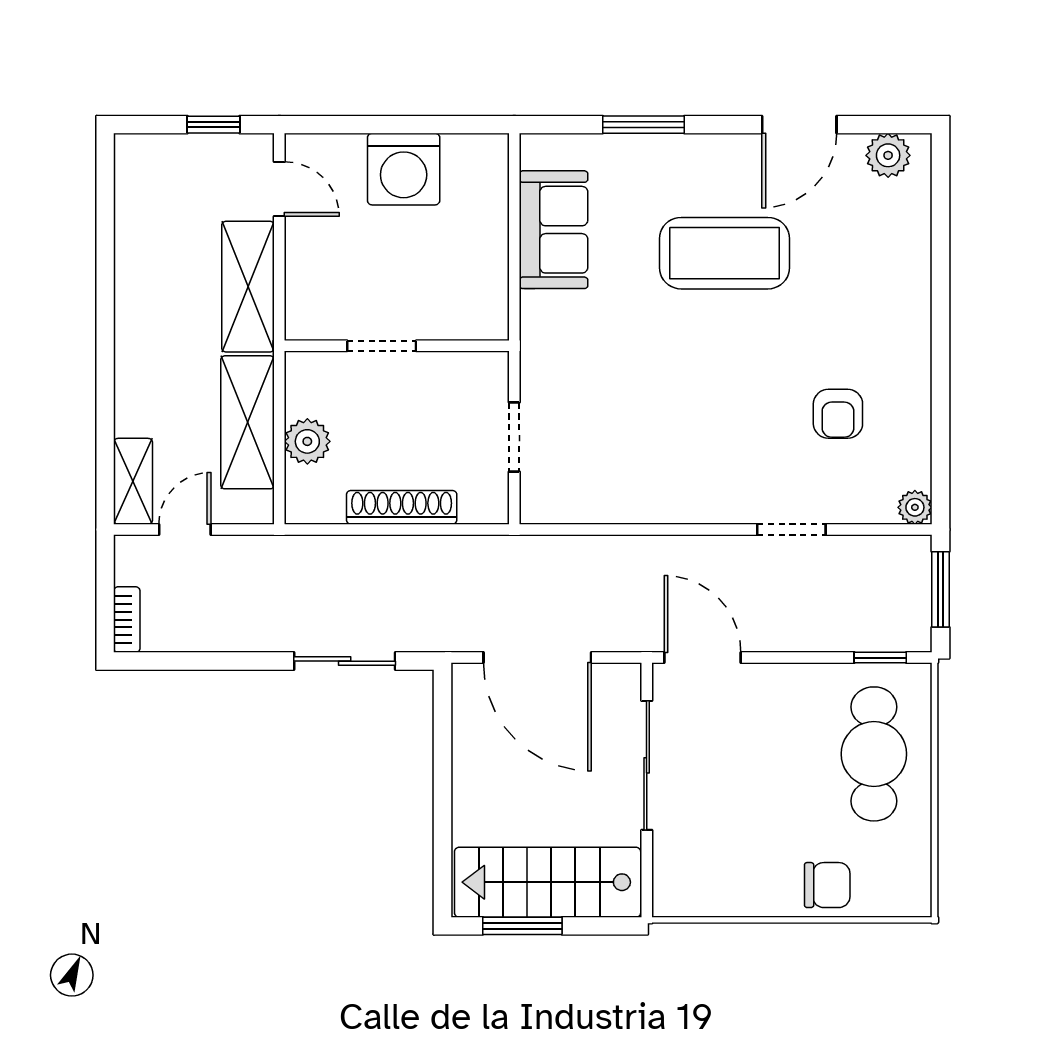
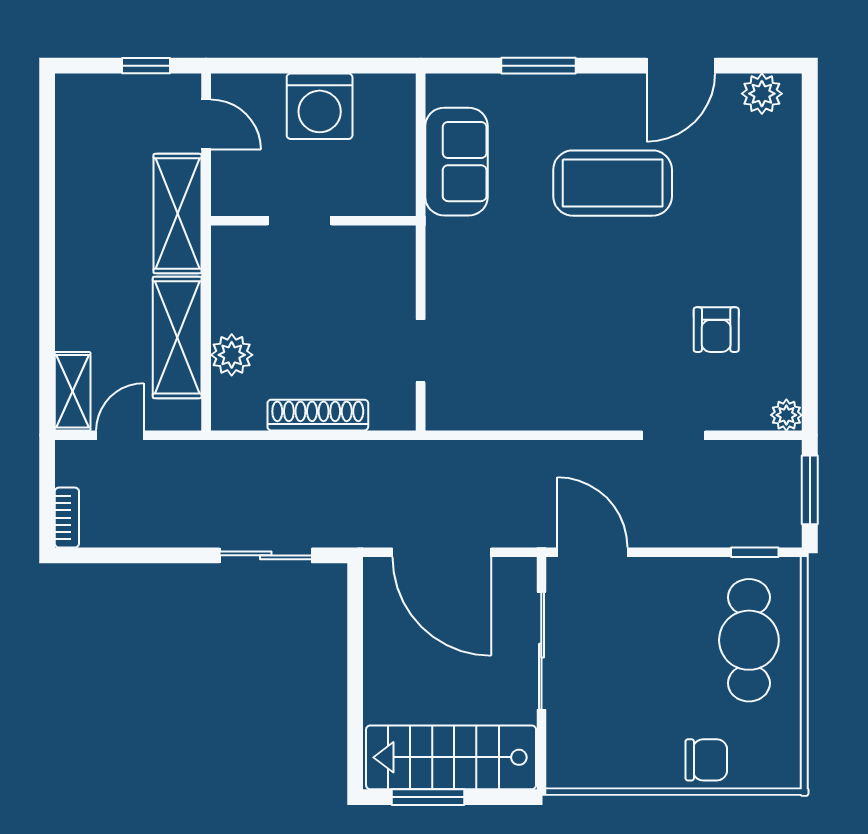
doorway: (382, 346) -> (300, 221), moved
wall: (397, 346) -> (313, 221), moved

